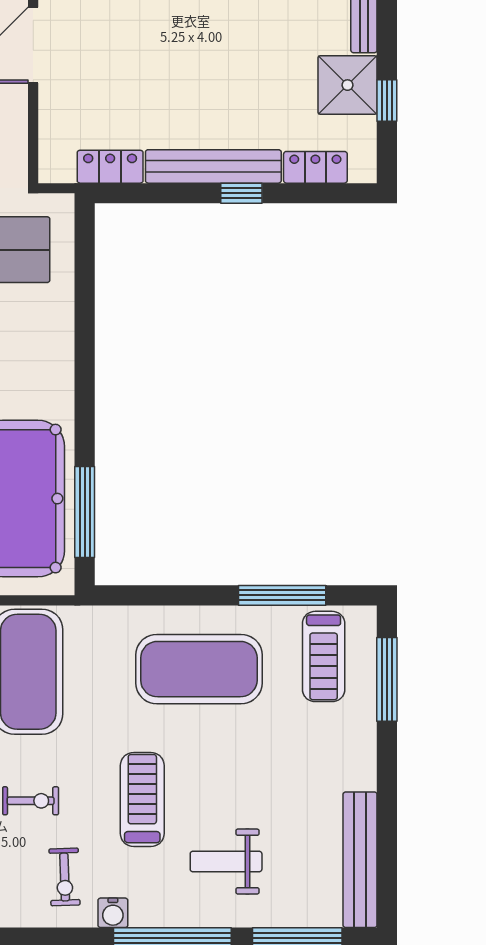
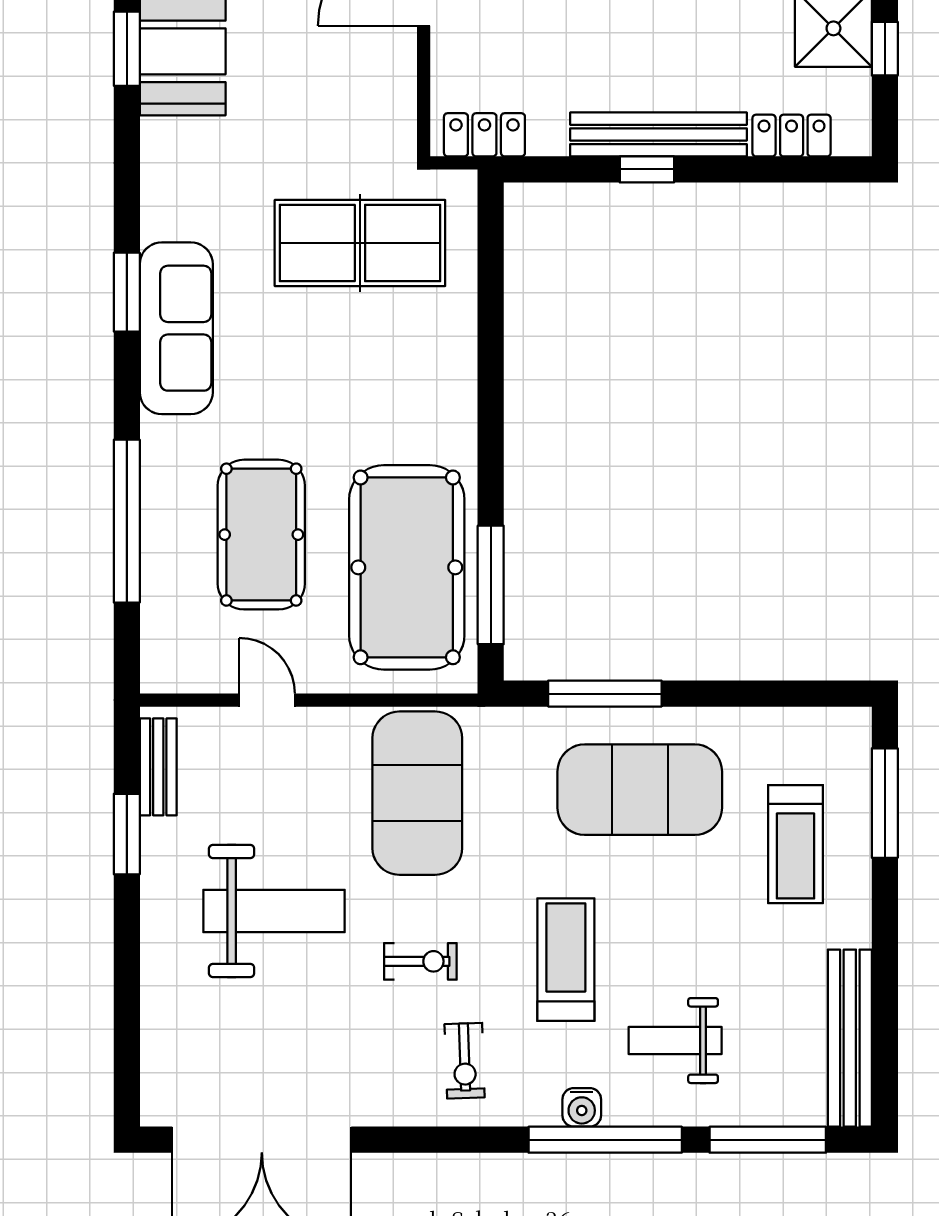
locker: (110, 167) -> (484, 135), moved
window: (241, 193) -> (647, 169), moved
window: (282, 595) -> (605, 694), moved
treadmill: (324, 656) -> (796, 844), moved
water cooler: (113, 913) -> (582, 1107), moved

